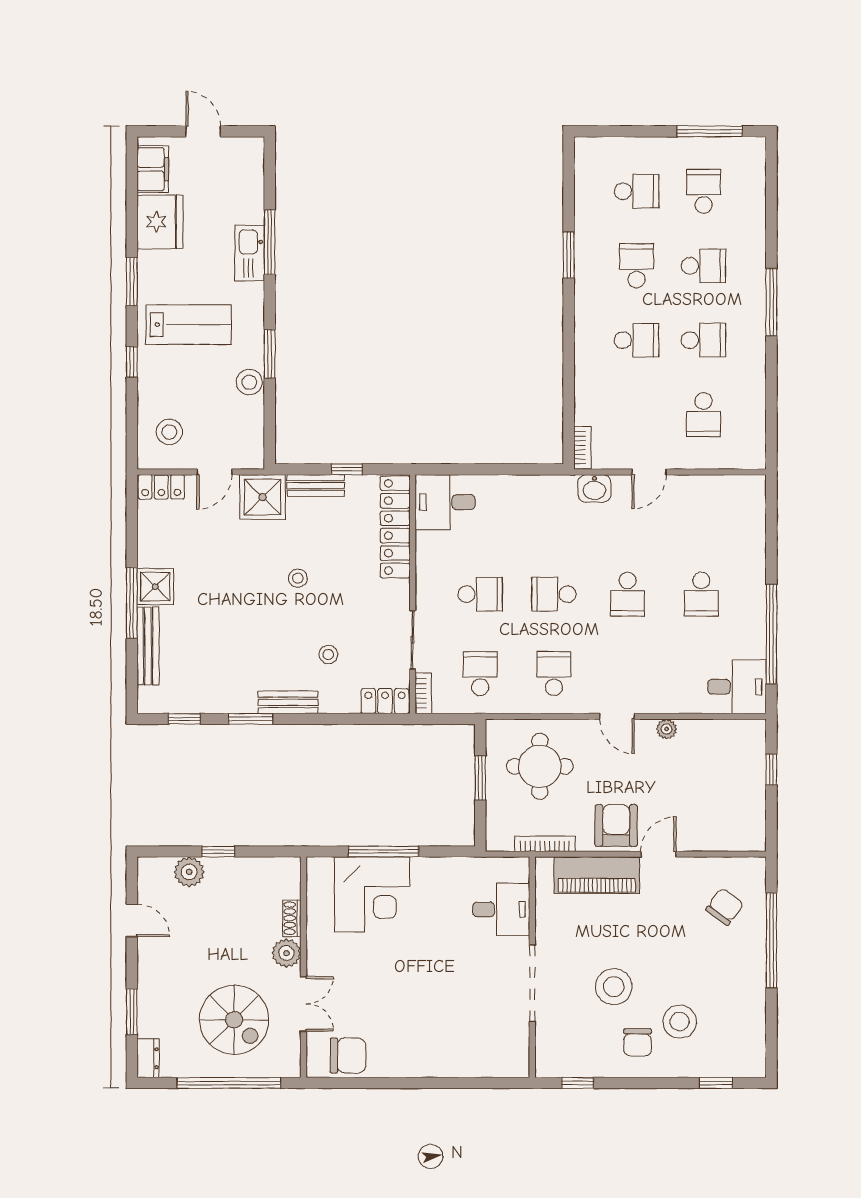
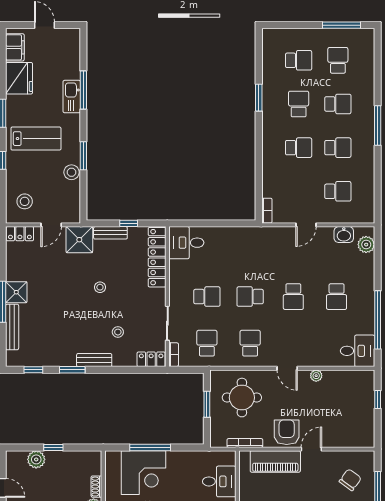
school desk: (704, 415) -> (338, 191), turned -90
washbasin: (594, 488) -> (344, 235), moved
plant: (752, 505) -> (366, 245), added

